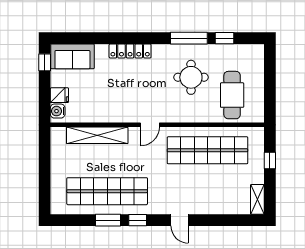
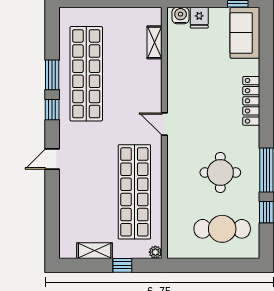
cafe table: (232, 95) -> (222, 229), moved
plant: (259, 132) -> (155, 252), added
shelving: (97, 135) -> (154, 42), width x0.45, depth x0.75
shelving: (257, 199) -> (95, 251), moved

